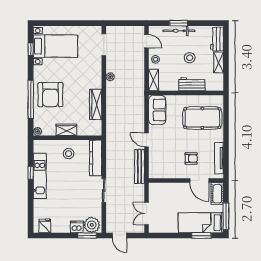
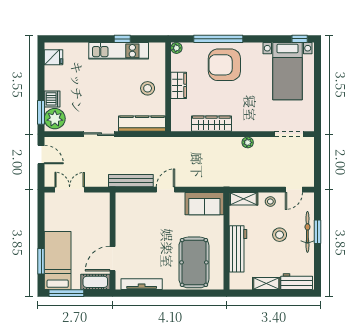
window: (31, 49) -> (300, 39), moved
stool: (190, 58) -> (280, 235), moved
workbench: (192, 84) -> (238, 249), width x1.38
armchair: (191, 158) -> (141, 248), removed
door: (119, 235) -> (41, 155), swing flipped

